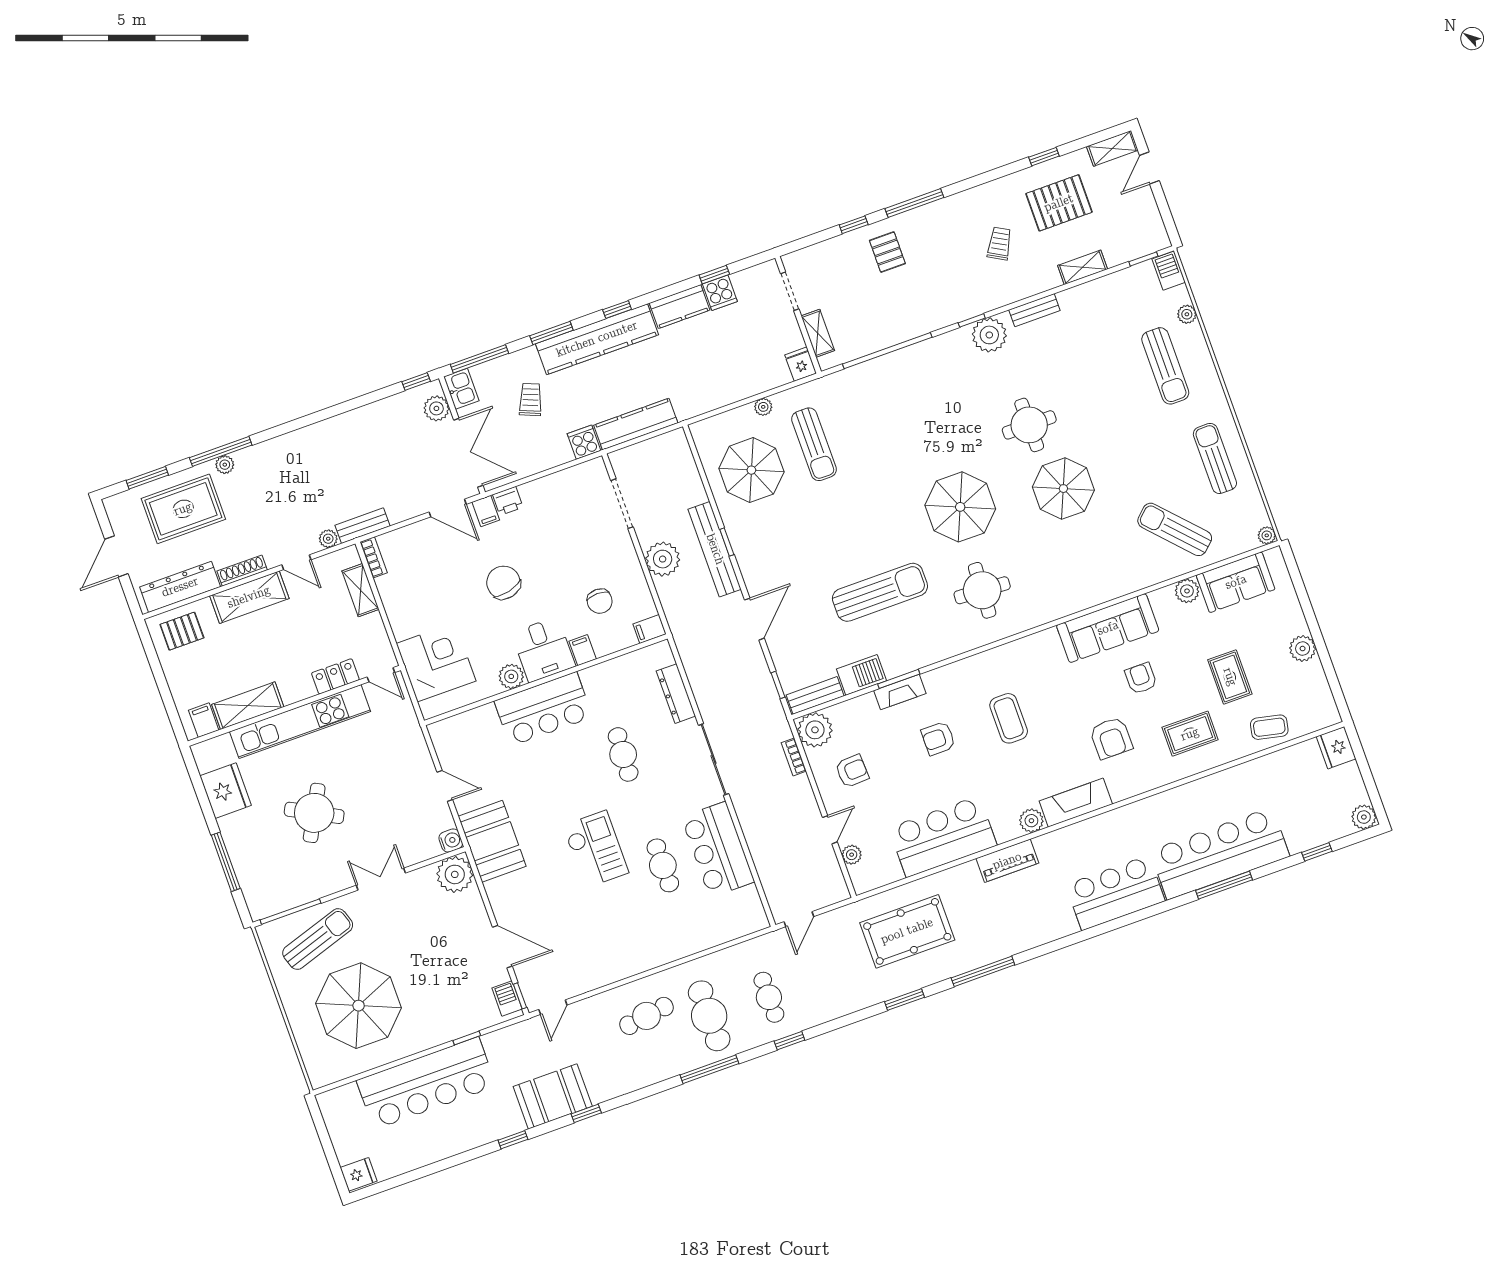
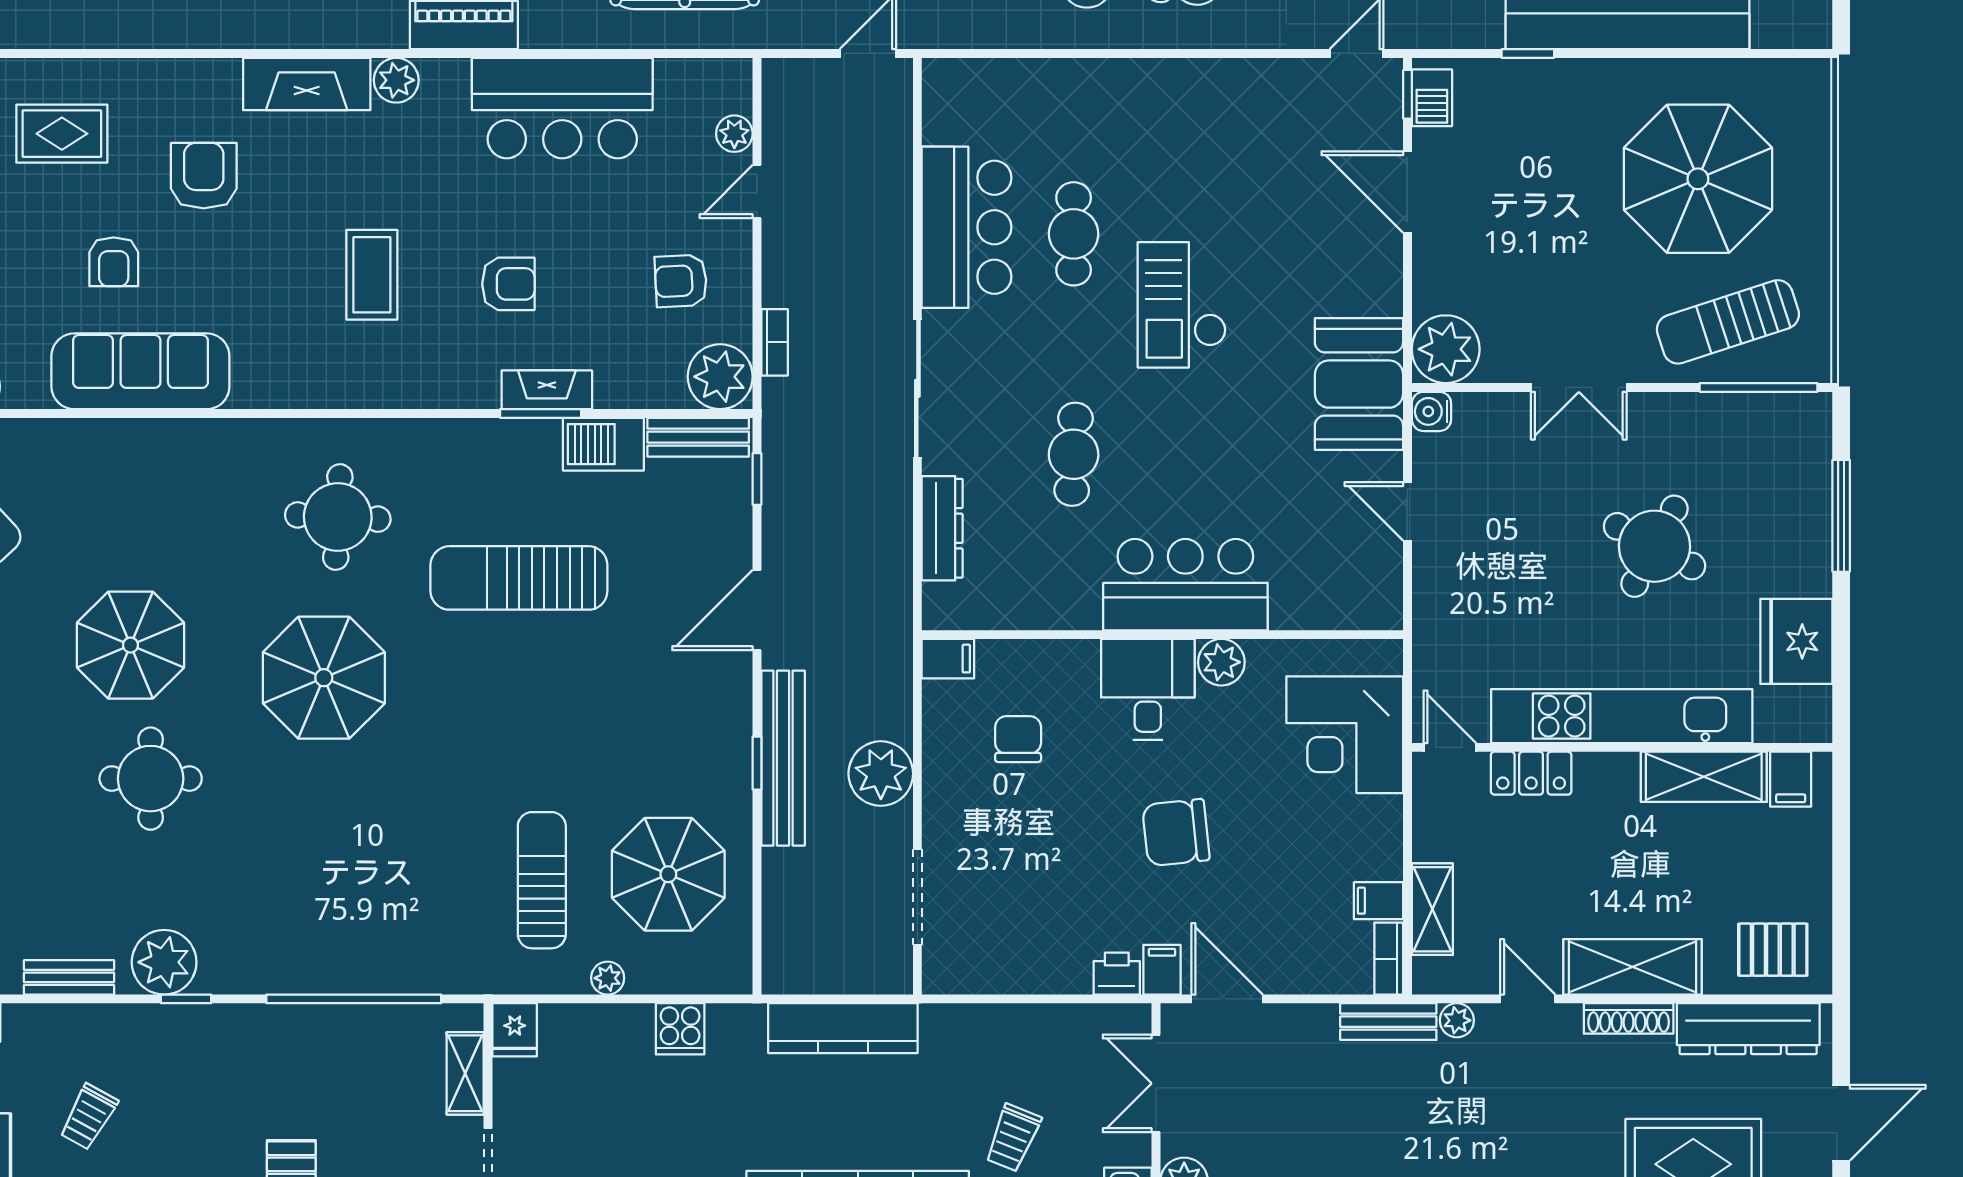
cooker: (584, 442) -> (680, 1029), moved
double door: (468, 453) -> (1156, 1083), width x0.73
chair: (503, 583) -> (1176, 833), turned 97
filing cabinet: (583, 650) -> (1379, 901), moved, turned 90

